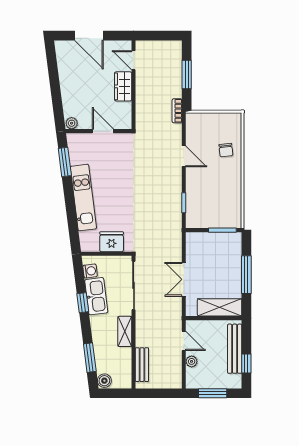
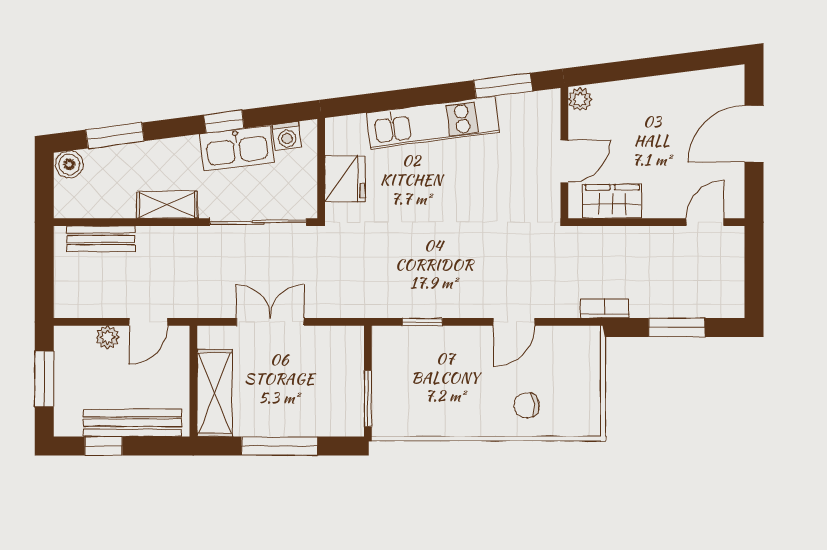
wardrobe: (123, 86) -> (612, 202), moved

